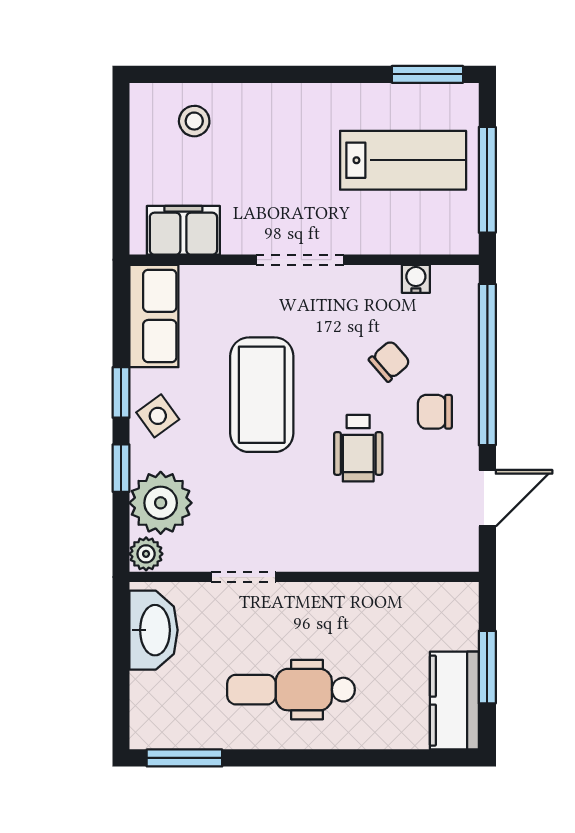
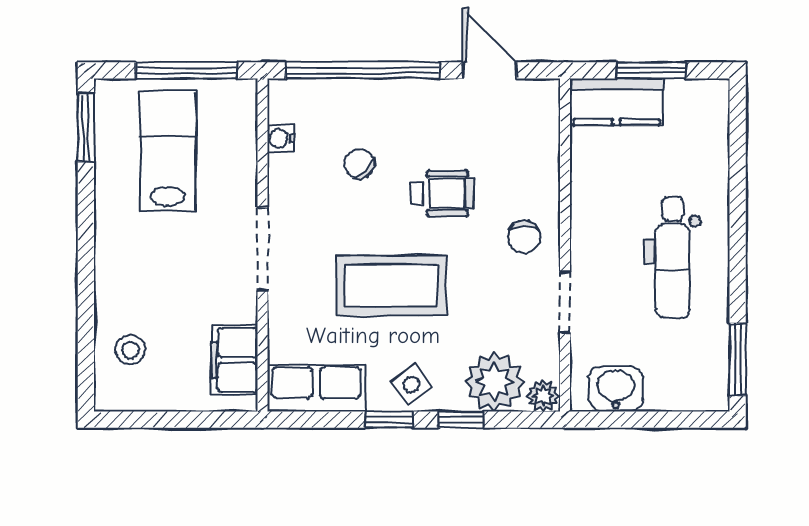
chair: (435, 412) -> (524, 237), moved
washbasin: (154, 630) -> (616, 389), width x0.72
kitchen counter: (454, 701) -> (616, 102), moved

